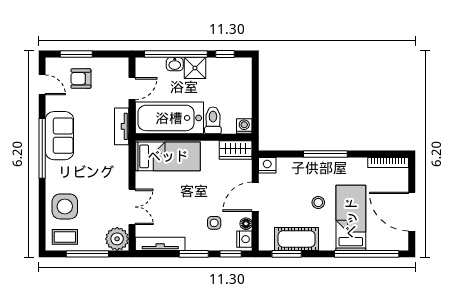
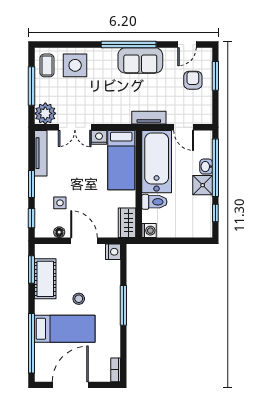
bookcase: (388, 162) -> (116, 370), width x0.64
nightstand: (244, 239) -> (99, 137), moved, turned 180

